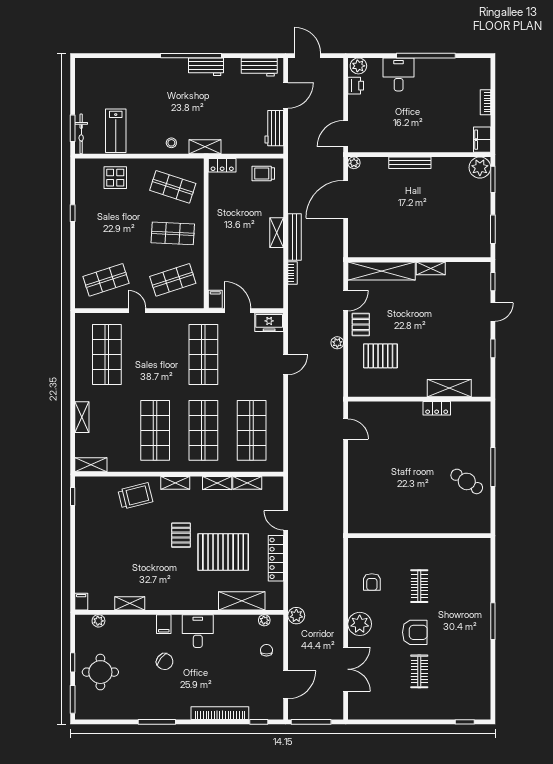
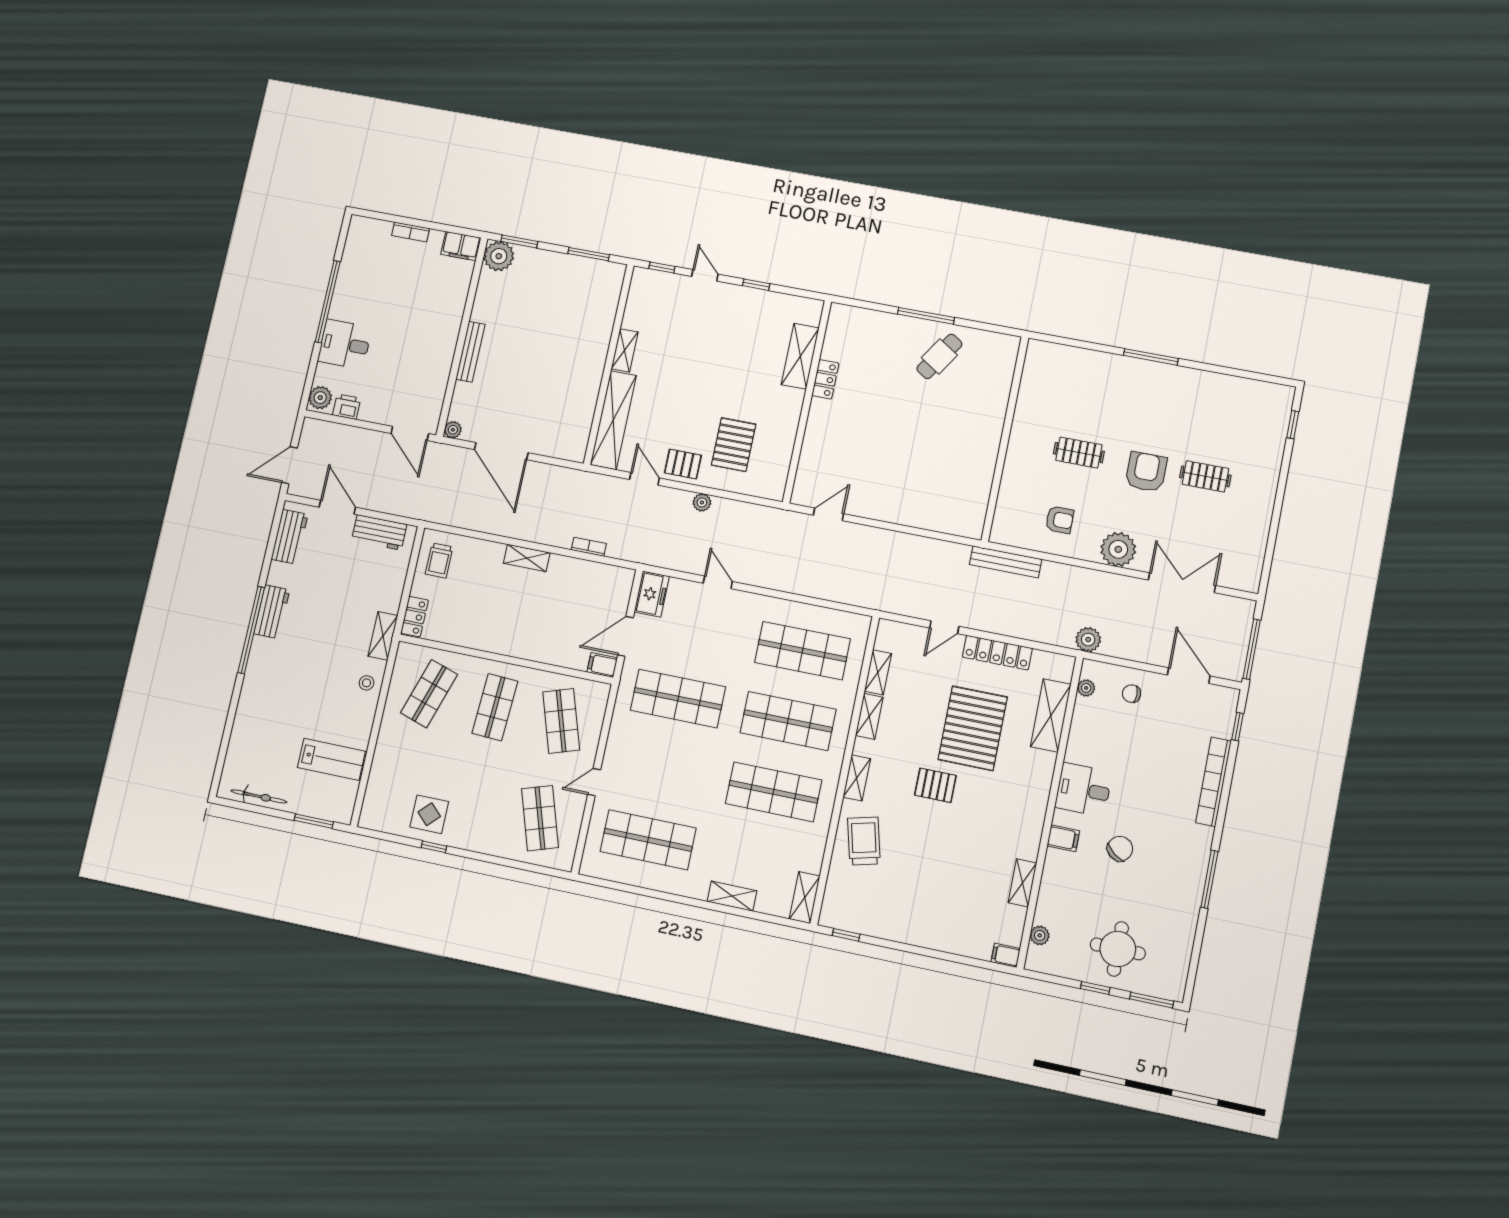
bicycle: (81, 134) -> (259, 796), moved
display table: (115, 178) -> (429, 814), moved
bench: (294, 237) -> (1006, 562), moved

